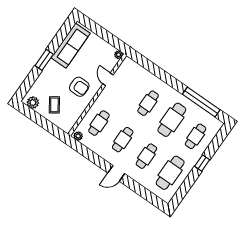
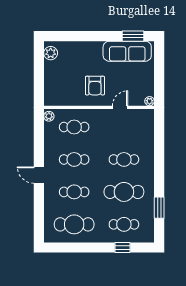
window: (44, 60) -> (133, 36), moved
window: (201, 102) -> (159, 208), width x0.47
coffee table: (54, 105) -> (62, 74), removed
window: (202, 163) -> (123, 248), moved

